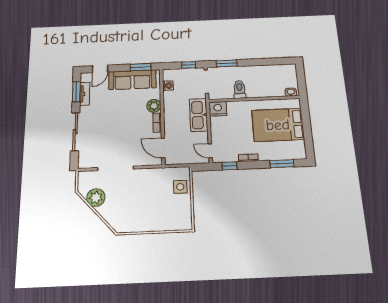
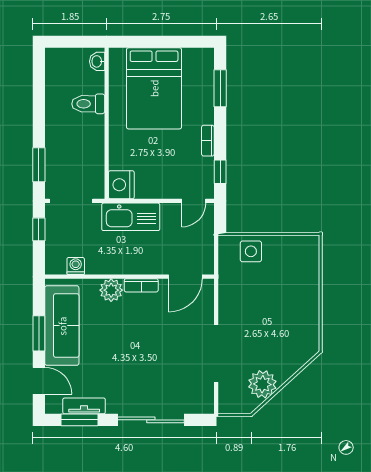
window: (141, 67) -> (39, 333), moved
toilet: (239, 89) -> (88, 104), moved

